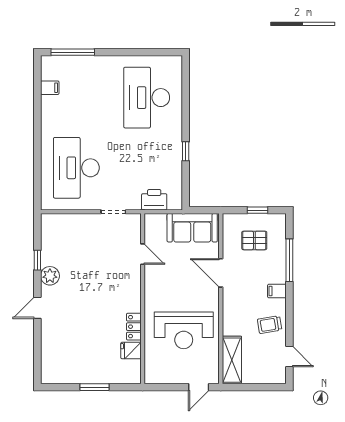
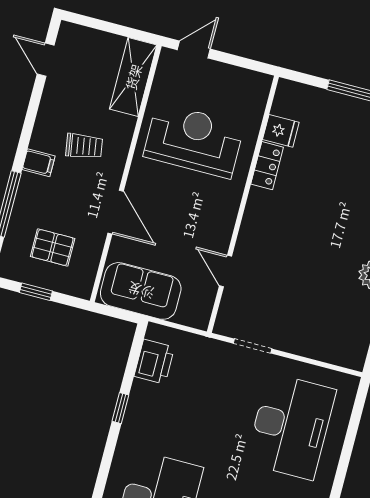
printer: (154, 200) -> (154, 362), moved, turned -90
trolley: (270, 325) -> (84, 146), moved

